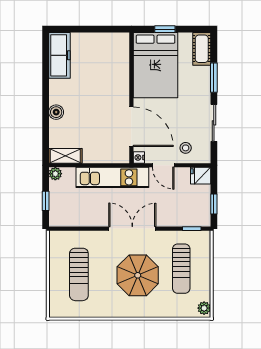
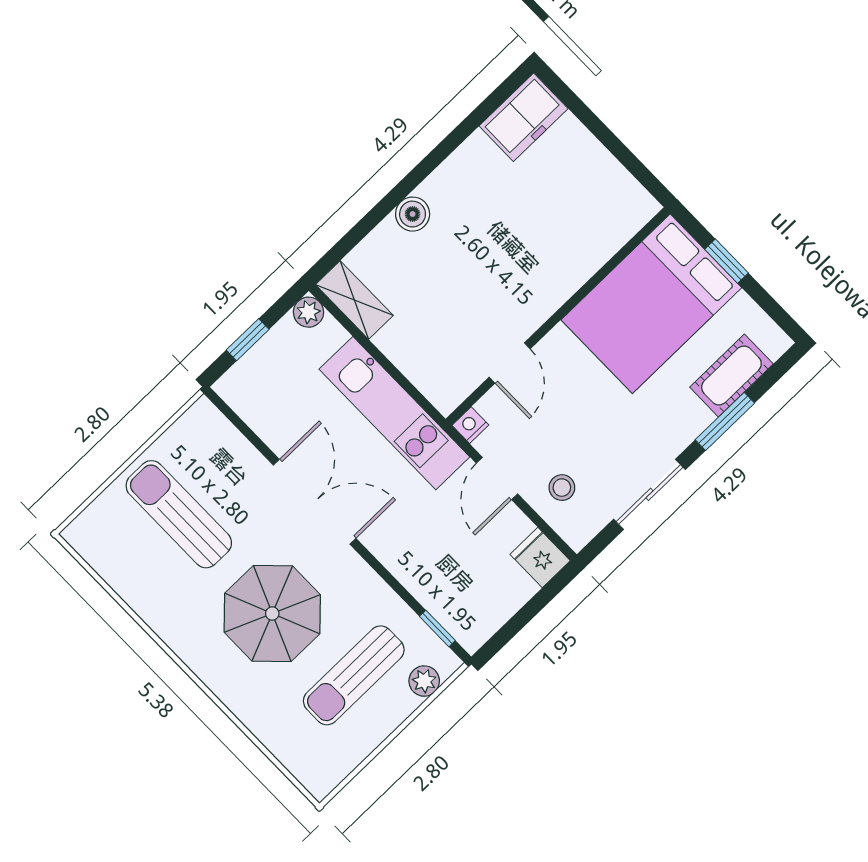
cot: (202, 49) -> (731, 375), moved
freezer: (59, 55) -> (524, 117), width x0.71
door: (131, 127) -> (510, 363), width x0.53
window: (214, 204) -> (514, 625), removed
double door: (132, 229) -> (315, 502), moved
sun lounger: (79, 274) -> (179, 514), turned 90
plant: (204, 308) -> (424, 681), moved

